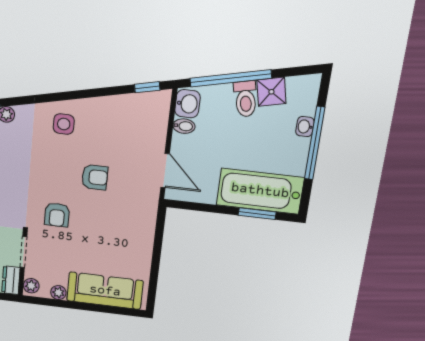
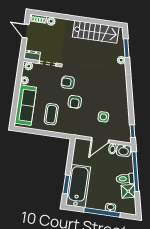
side table: (64, 124) -> (103, 117), moved
door: (165, 171) -> (100, 140), moved
armchair: (95, 177) -> (75, 102), moved
coffee table: (120, 244) -> (51, 114), added

